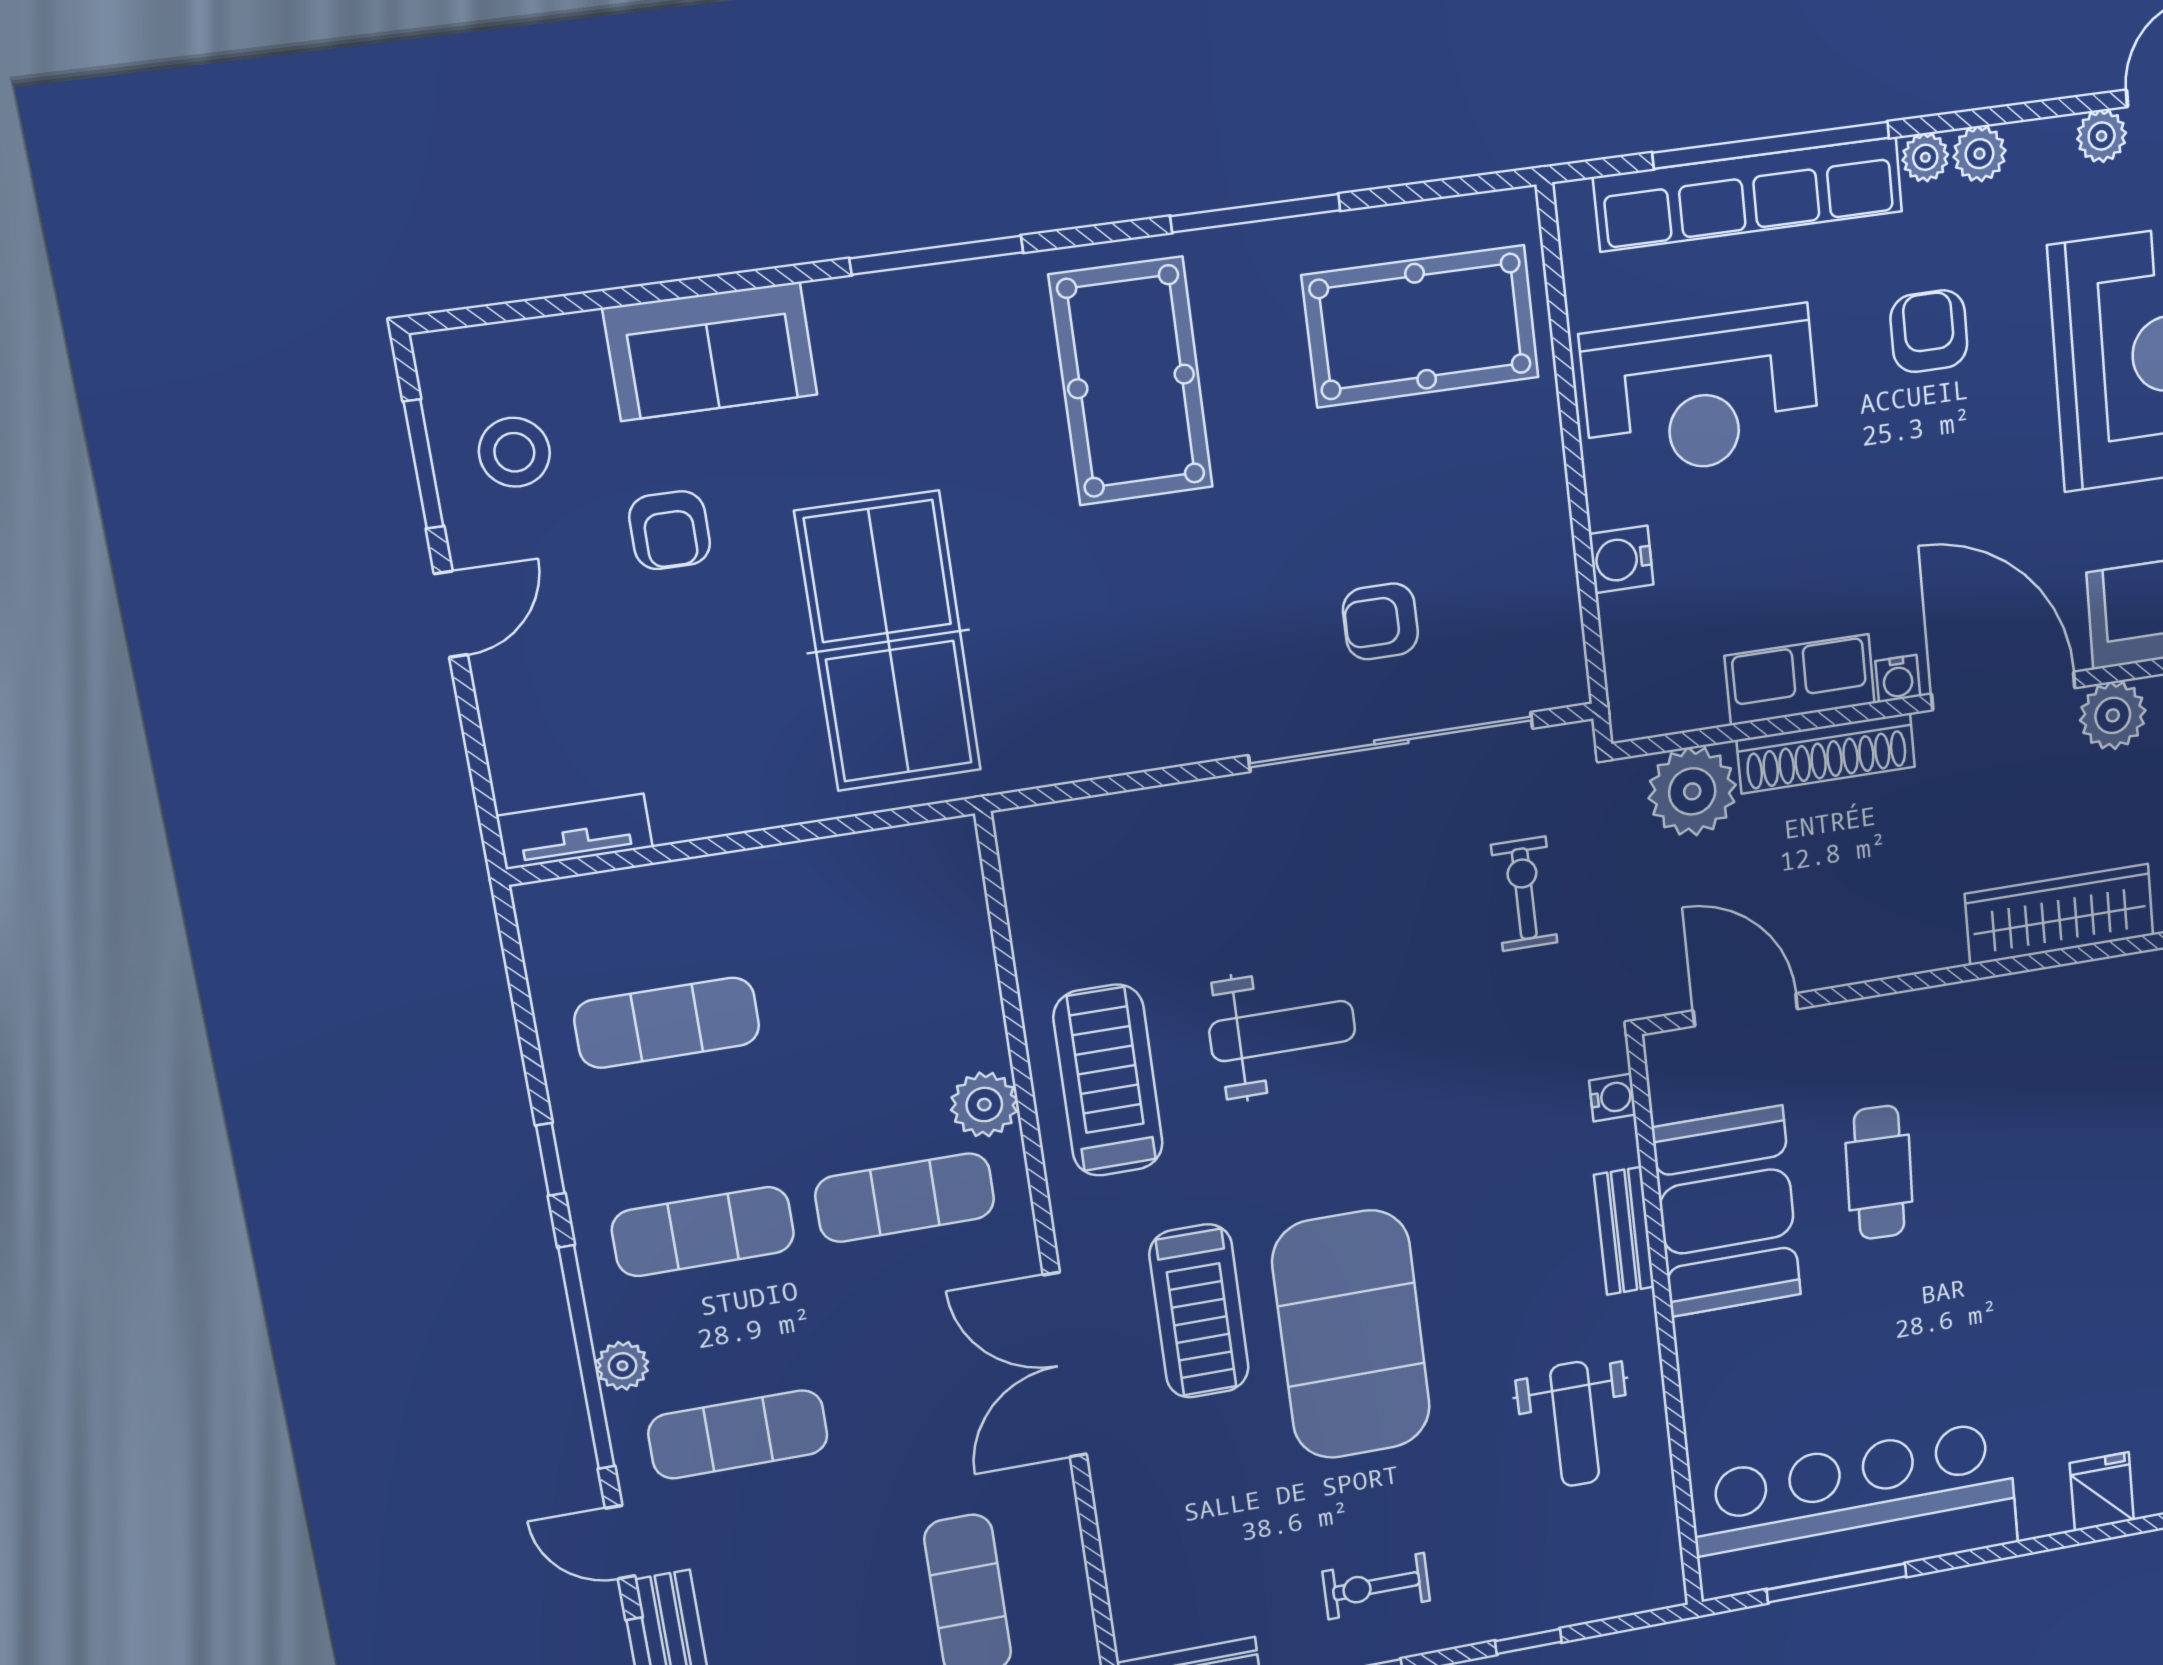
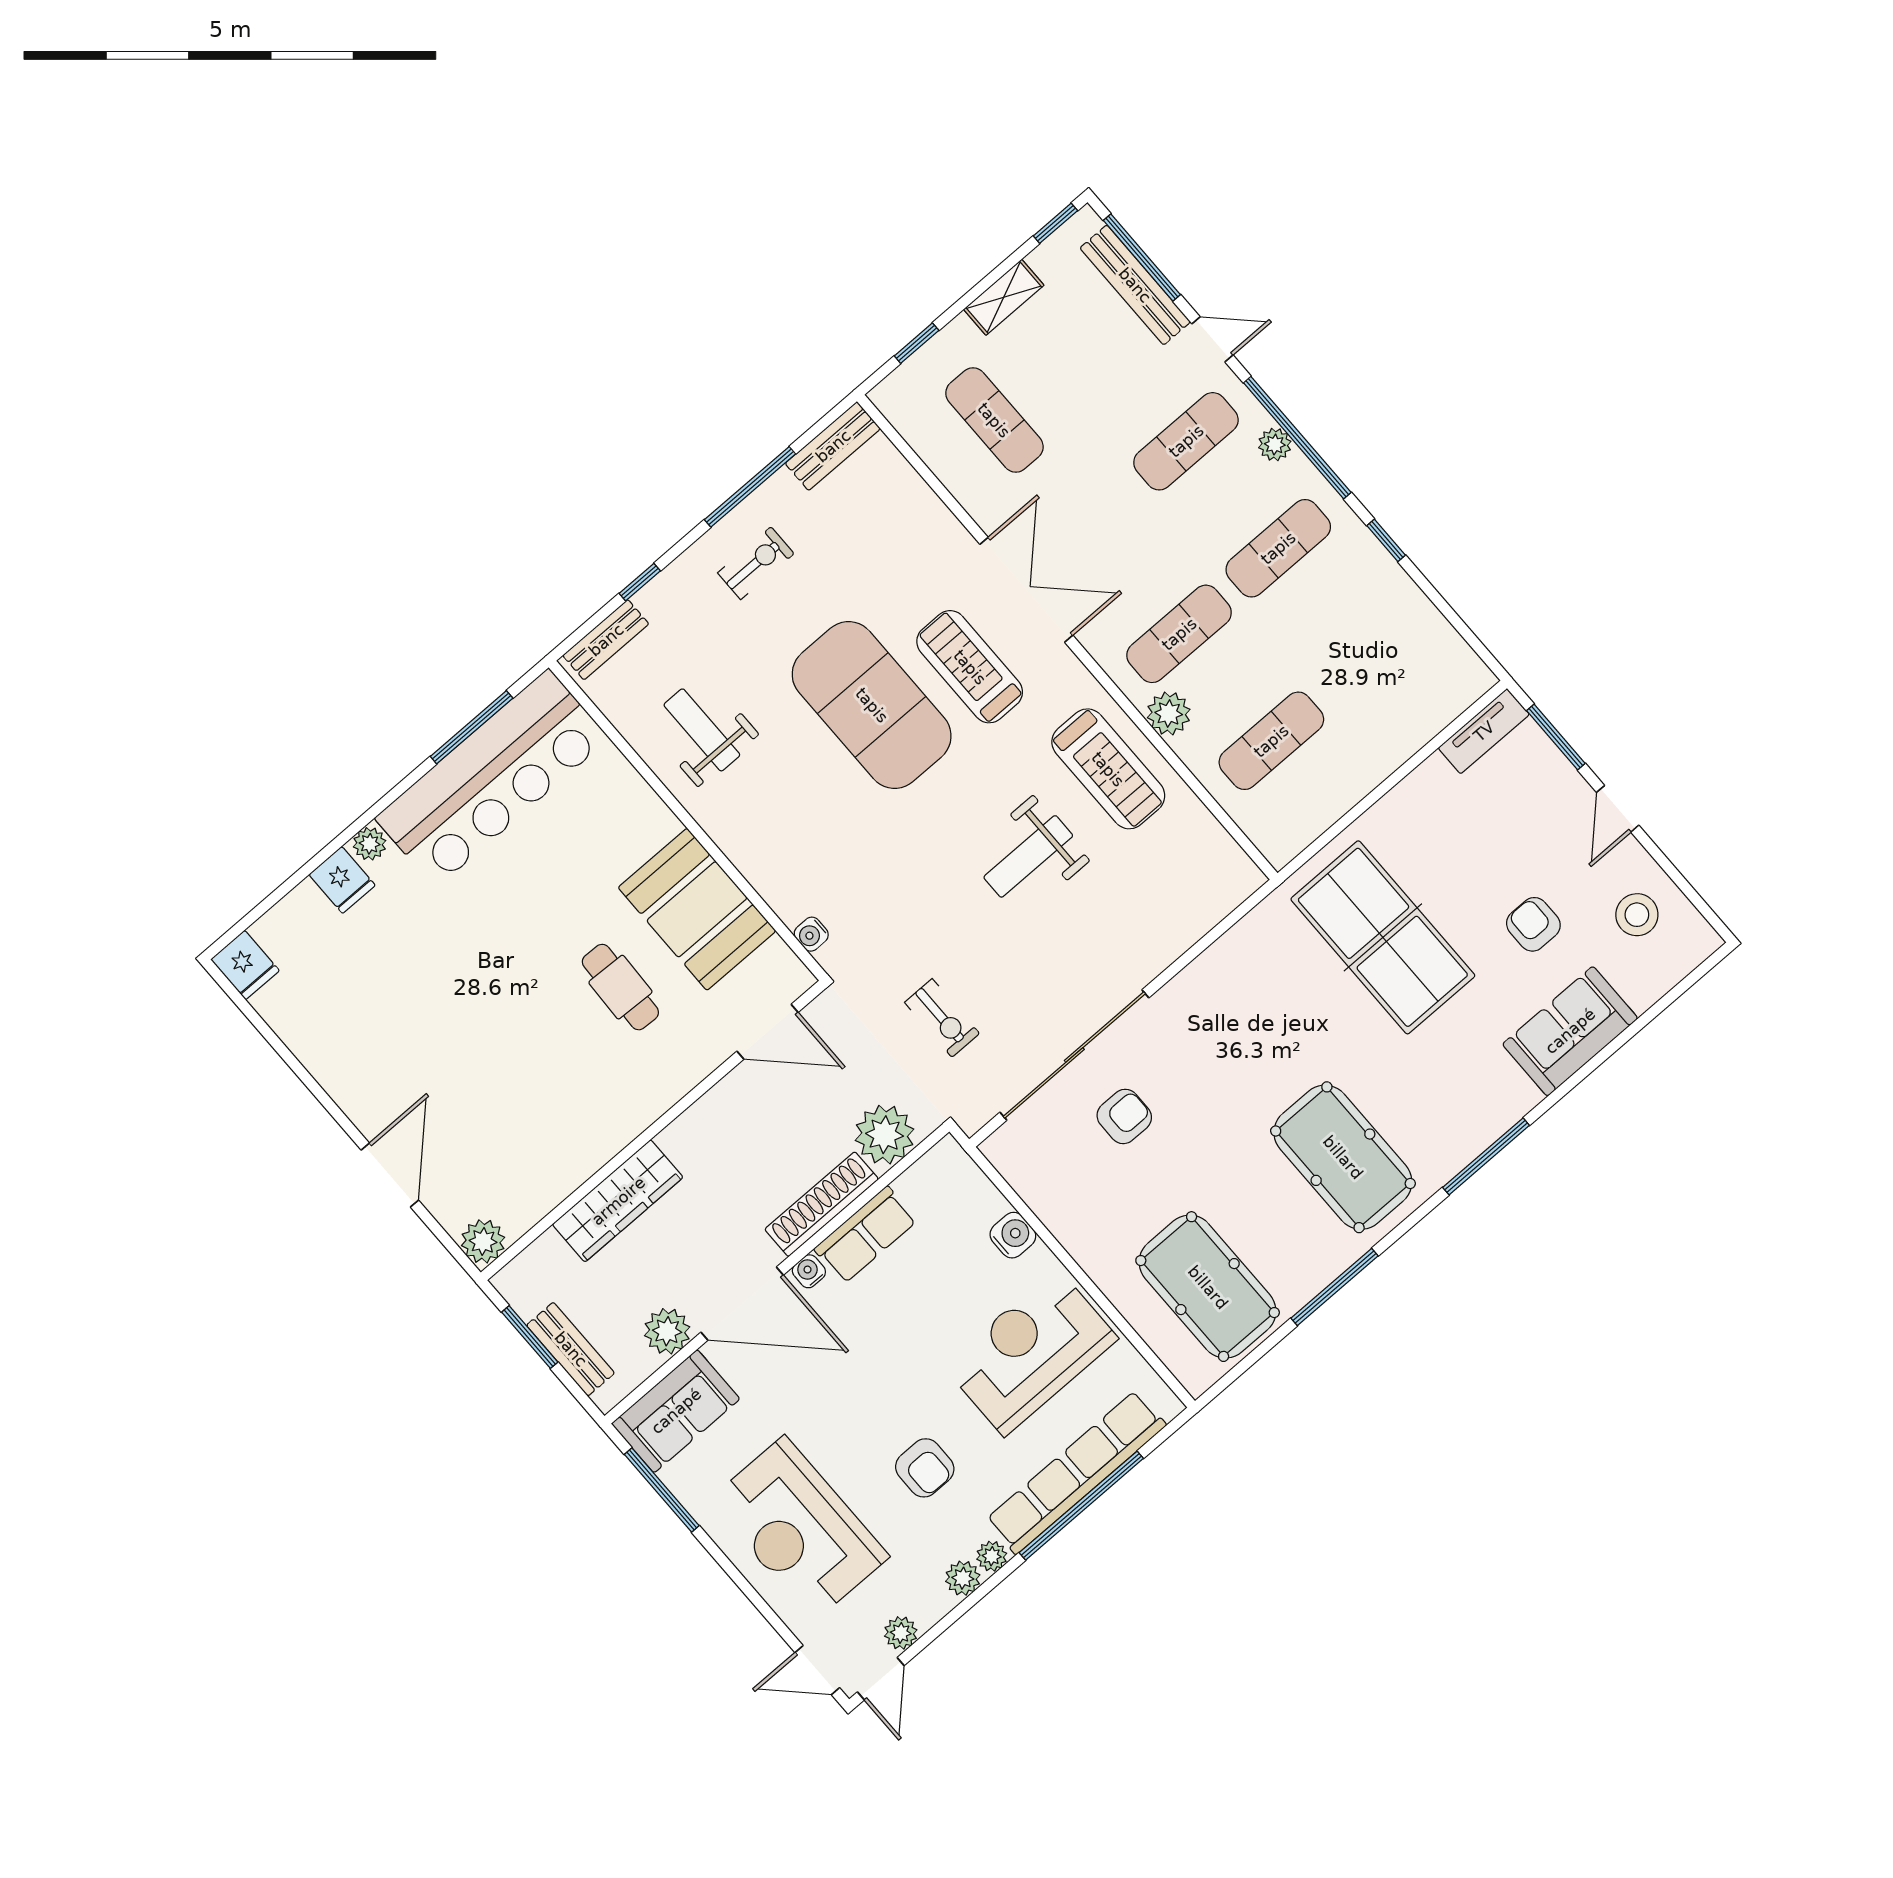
pool table: (1421, 326) -> (1208, 1287), turned 90
window: (423, 464) -> (1556, 737), moved
exercise mat: (667, 1023) -> (1271, 741), moved
bench: (1624, 1231) -> (606, 640), moved, turned 90
plant: (2043, 1515) -> (370, 844), added

